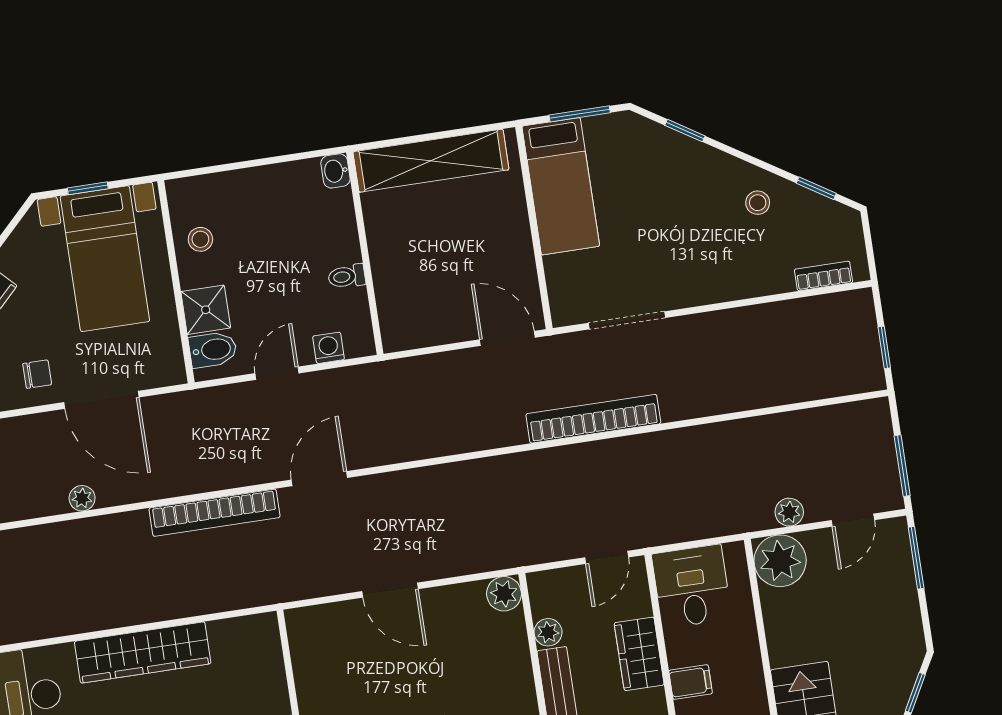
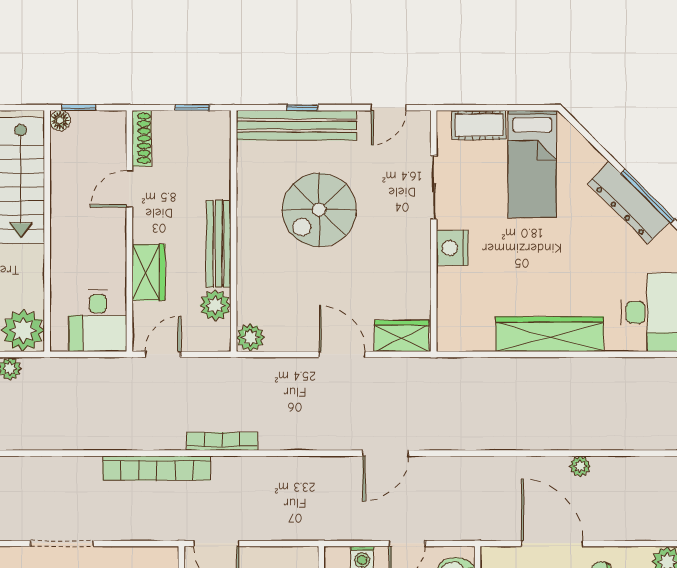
doorway: (627, 320) -> (62, 543), moved
bookcase: (215, 513) -> (222, 441), moved, width x0.68, depth x0.76
wardrobe: (322, 623) -> (402, 336), added
plant: (548, 632) -> (215, 305), width x1.38, depth x1.38
filing cabinet: (691, 682) -> (110, 243), removed

